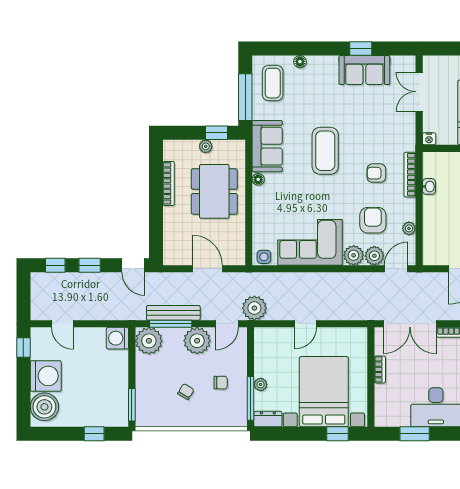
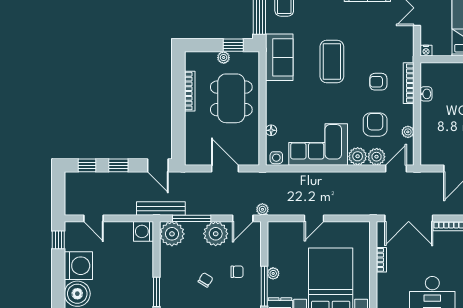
floor lamp: (258, 179) -> (271, 130), moved
plant: (254, 308) -> (262, 209), width x0.53, depth x0.53
bench: (173, 313) -> (161, 208), moved

